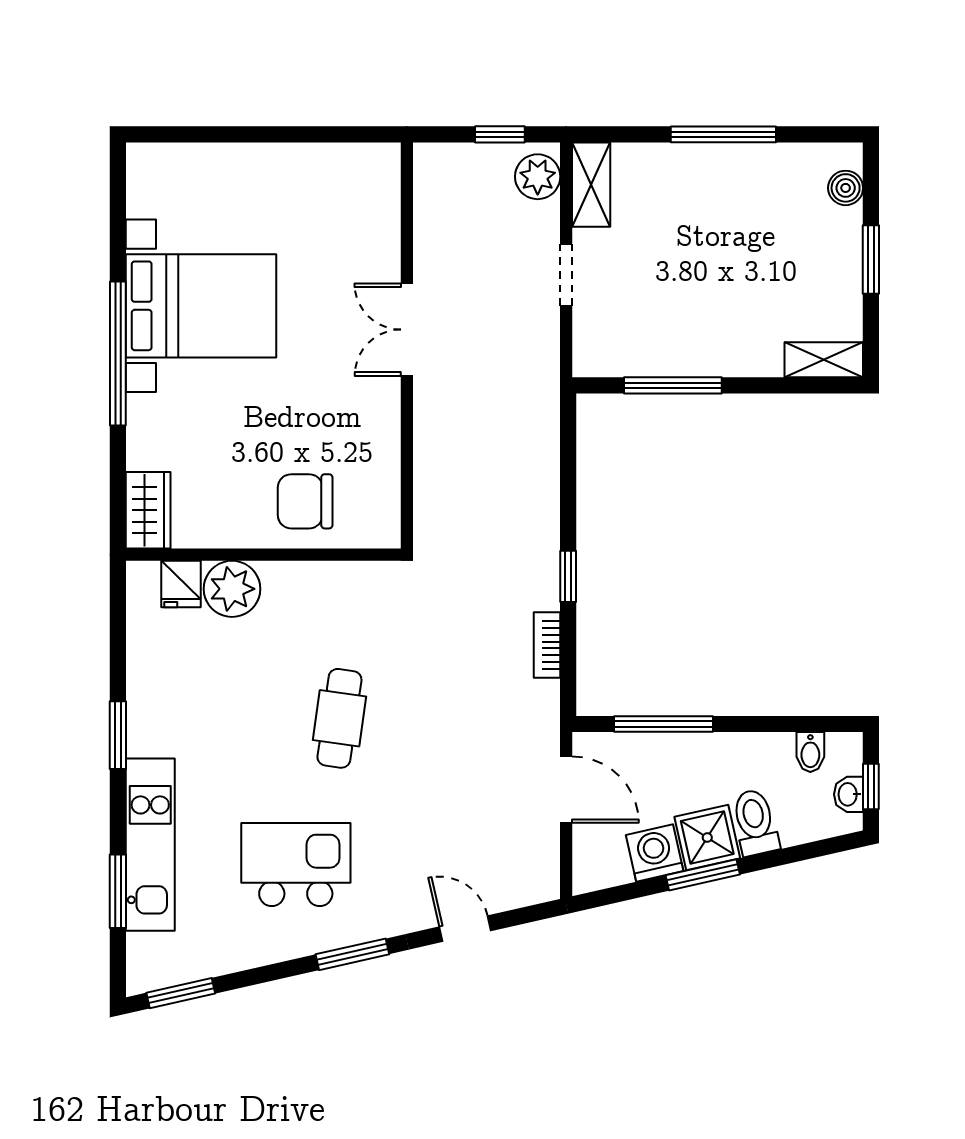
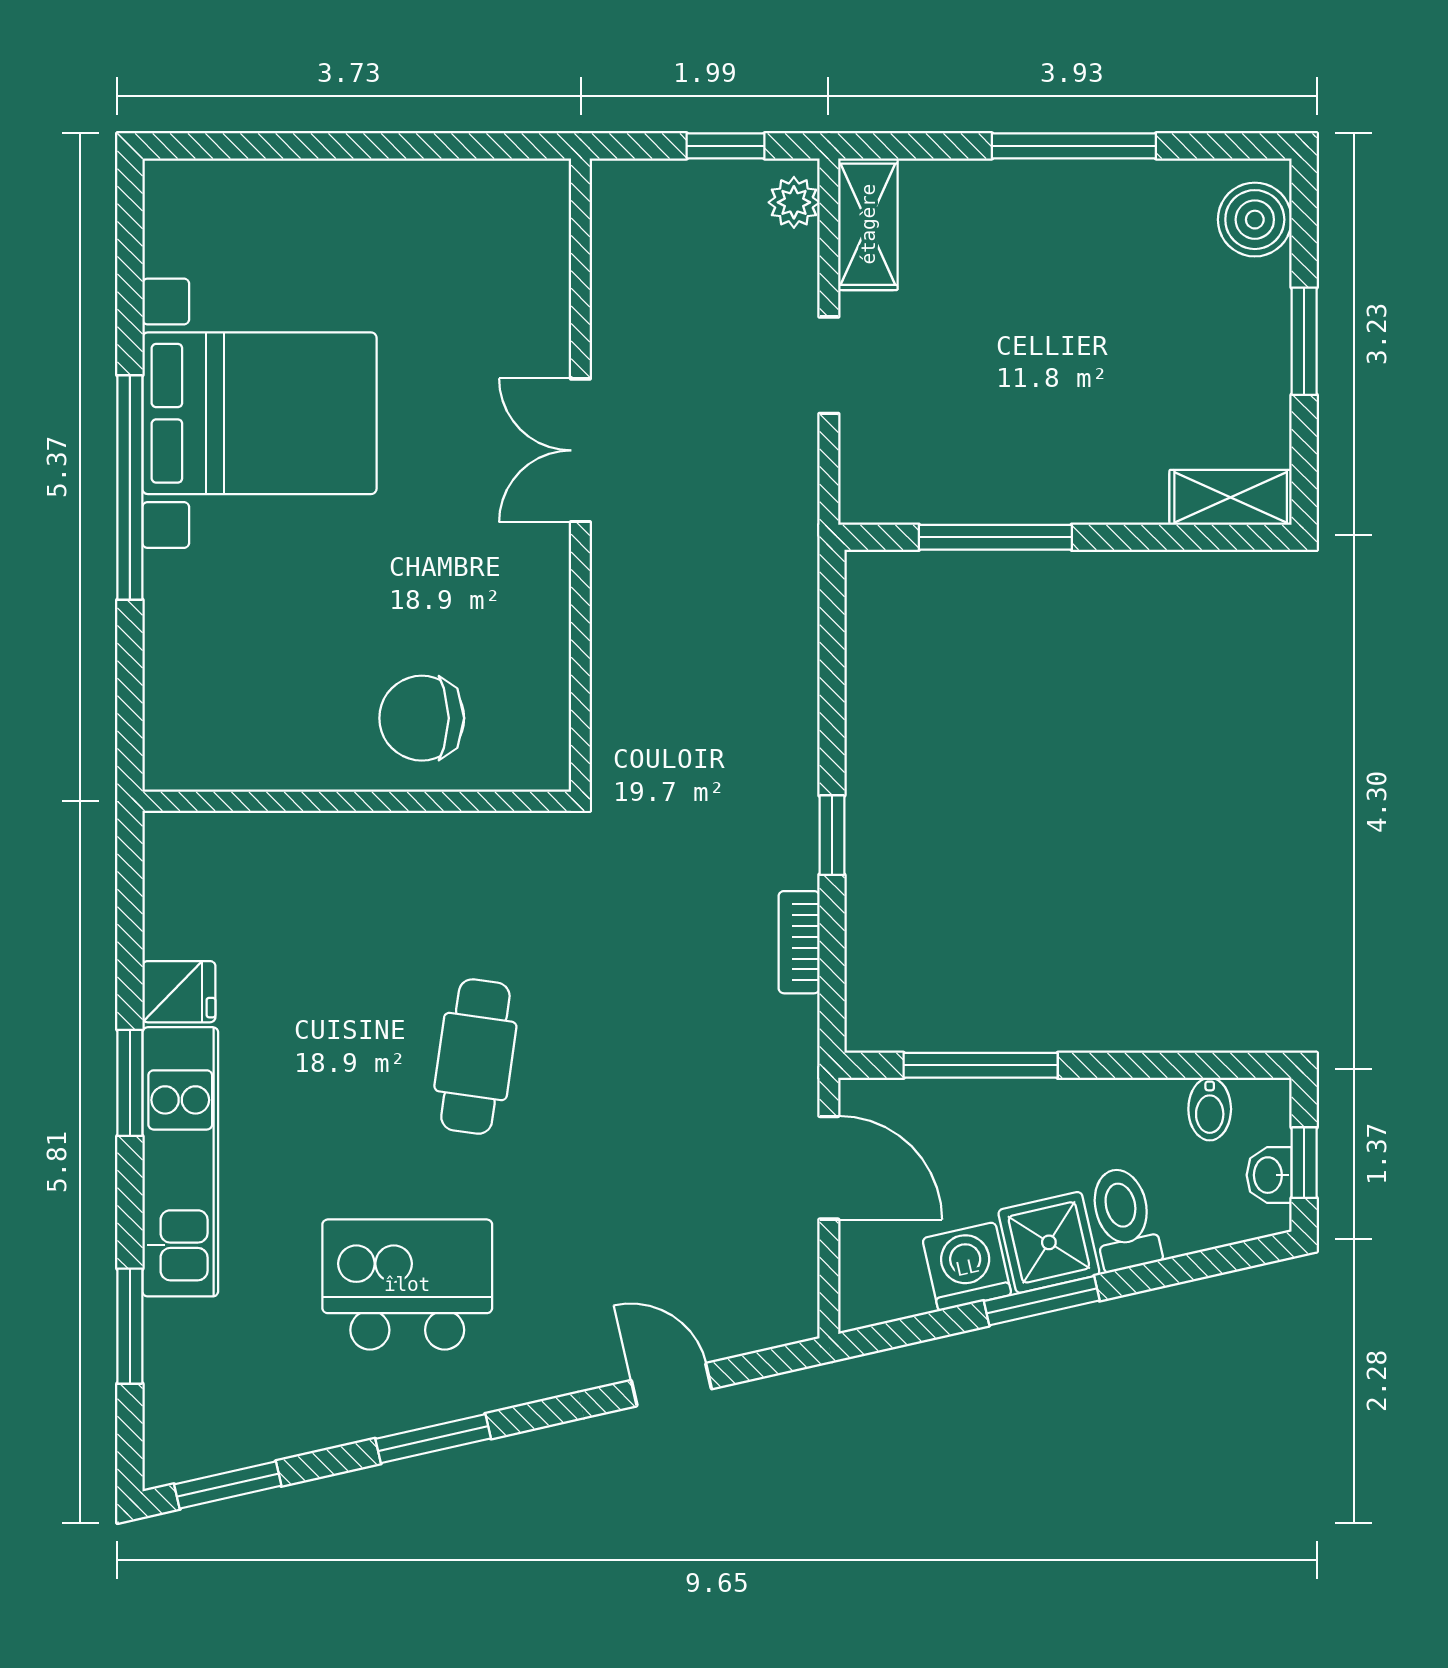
plant: (538, 177) -> (794, 202), width x0.73, depth x0.73
boiler: (846, 188) -> (1255, 220), width x1.36, depth x1.36
wardrobe: (148, 510) -> (177, 732), removed
fridge: (181, 584) -> (179, 992), moved, turned -90
plant: (232, 589) -> (308, 855), removed
kitchen unit: (150, 845) -> (180, 1162), moved
window: (352, 954) -> (433, 1439), moved

